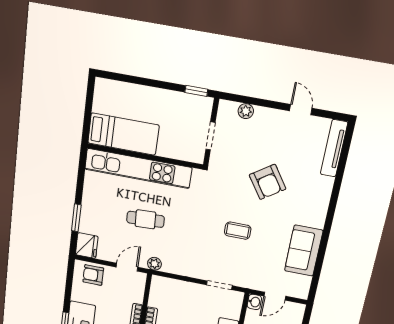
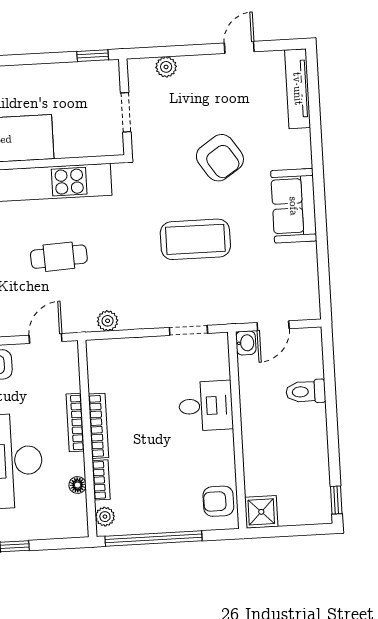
door: (301, 110) -> (239, 47), hinge flipped
coffee table: (238, 231) -> (195, 239), width x1.86, depth x1.72
sofa: (304, 251) -> (294, 206), moved
plant: (154, 264) -> (108, 321), moved

